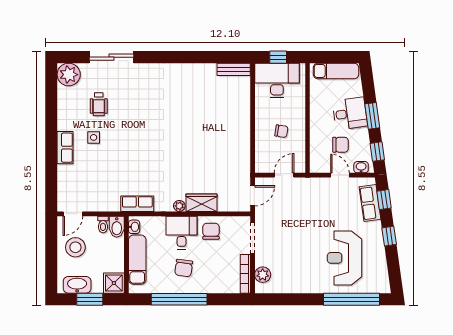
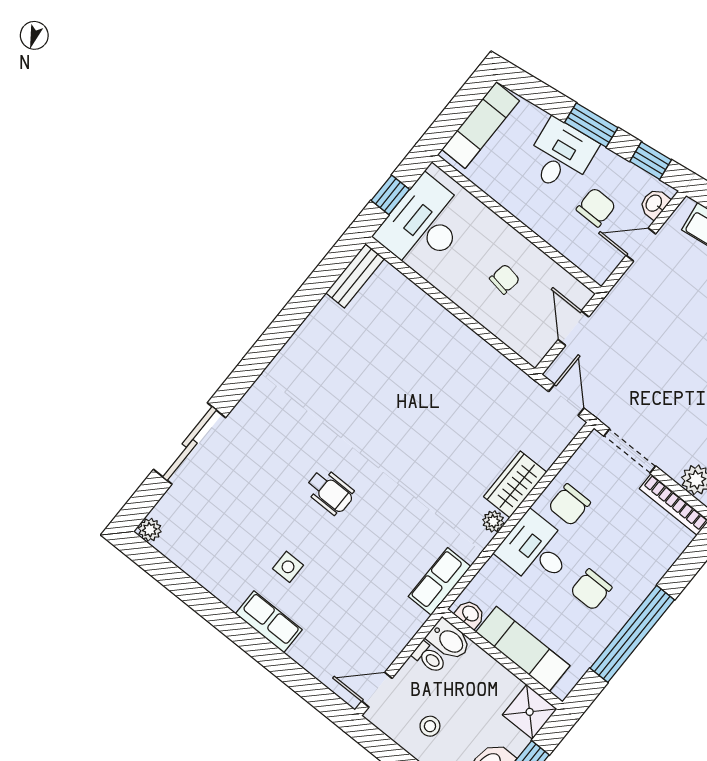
plant: (69, 75) -> (150, 530), width x0.53, depth x0.53
wheelchair: (99, 104) -> (330, 492), moved
door: (73, 214) -> (377, 690), swing flipped
chair: (211, 231) -> (569, 505), turned -90
stool: (75, 247) -> (430, 726), width x0.53, depth x0.53
chair: (184, 268) -> (591, 590), turned 82

